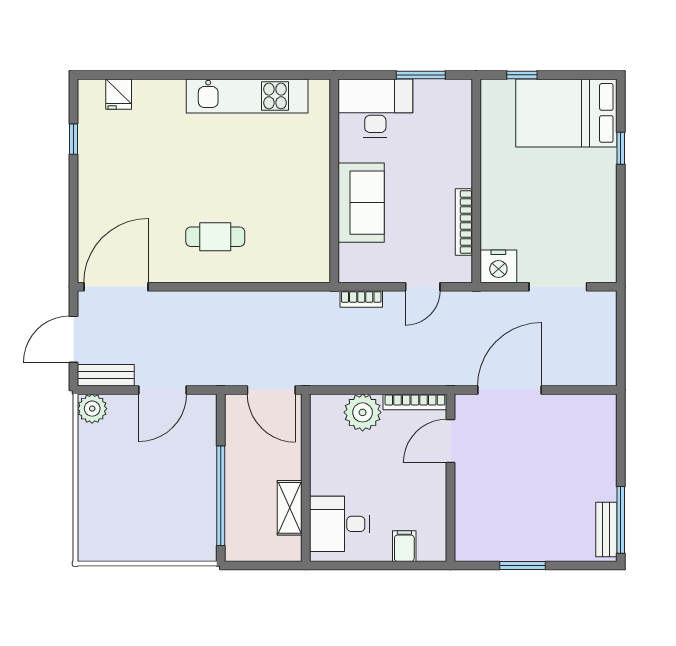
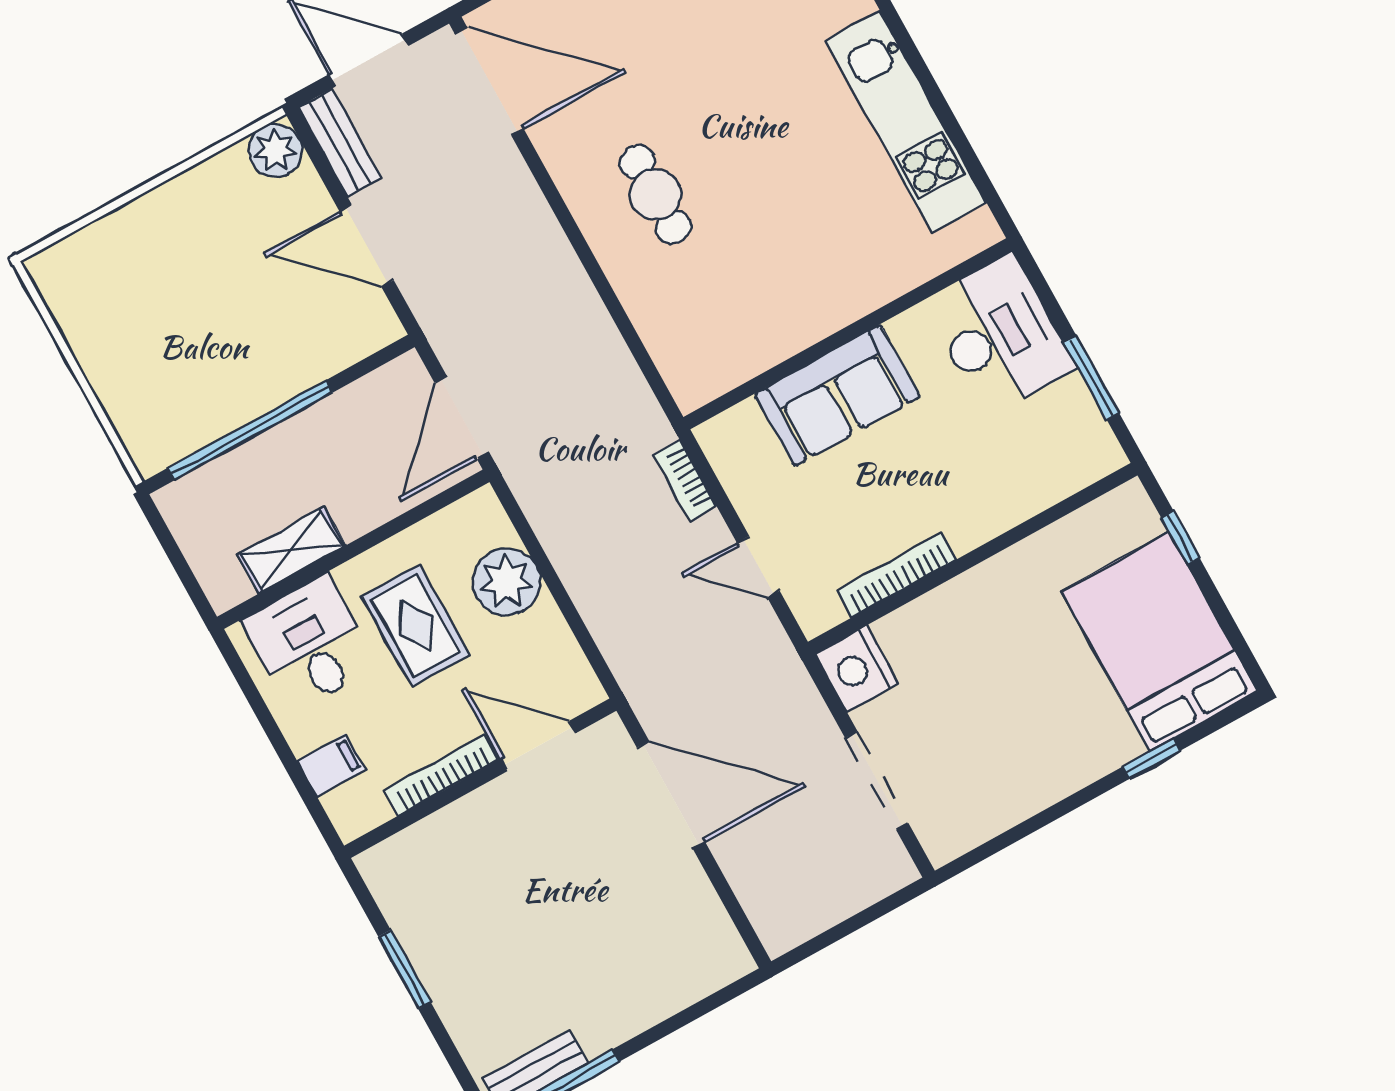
bookcase: (415, 402) -> (442, 775), moved, turned 90
rug: (360, 468) -> (416, 626), added

